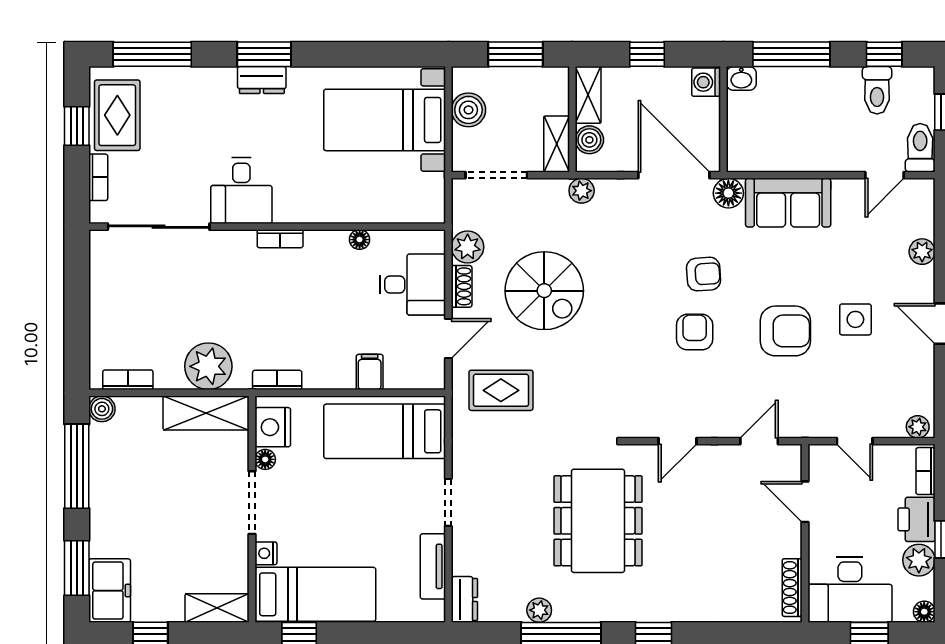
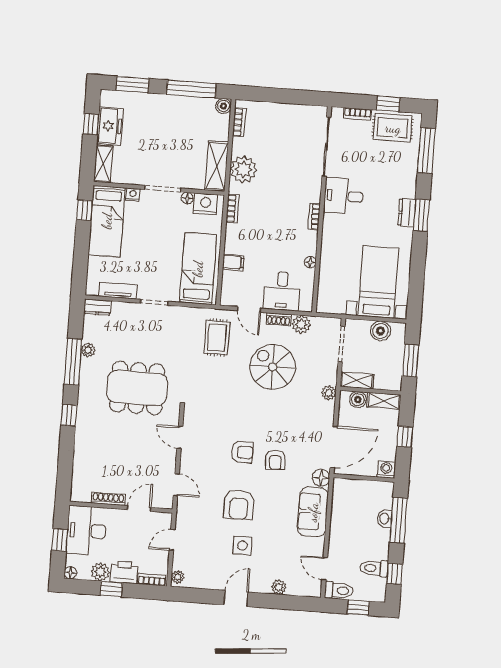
washbasin: (741, 78) -> (385, 519), moved
spiral stairs: (544, 291) -> (273, 367), turned 90
shoe rack: (792, 588) -> (108, 499), moved
freezer: (110, 591) -> (110, 126), moved, turned -90

